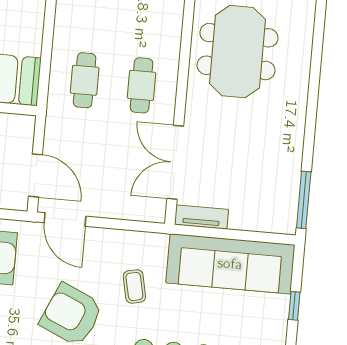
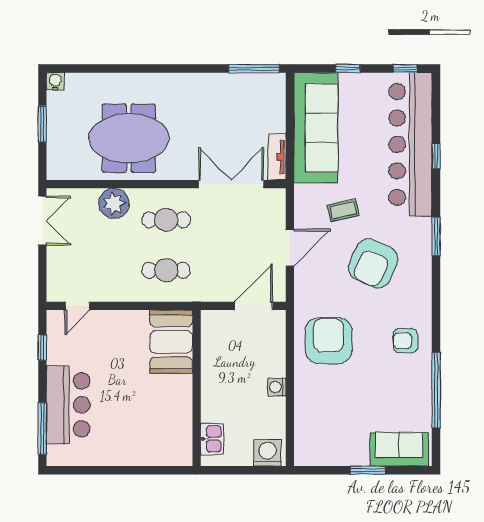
plant: (165, 28) -> (114, 203), added
double door: (175, 162) -> (231, 184), swing flipped
door: (65, 219) -> (290, 248), moved

